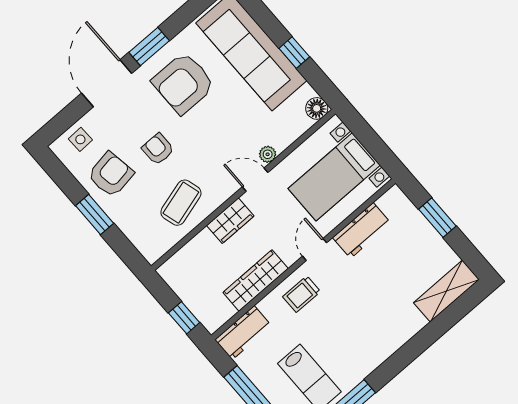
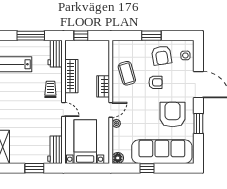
window: (149, 47) -> (198, 124), moved
workbench: (362, 230) -> (55, 150), moved

